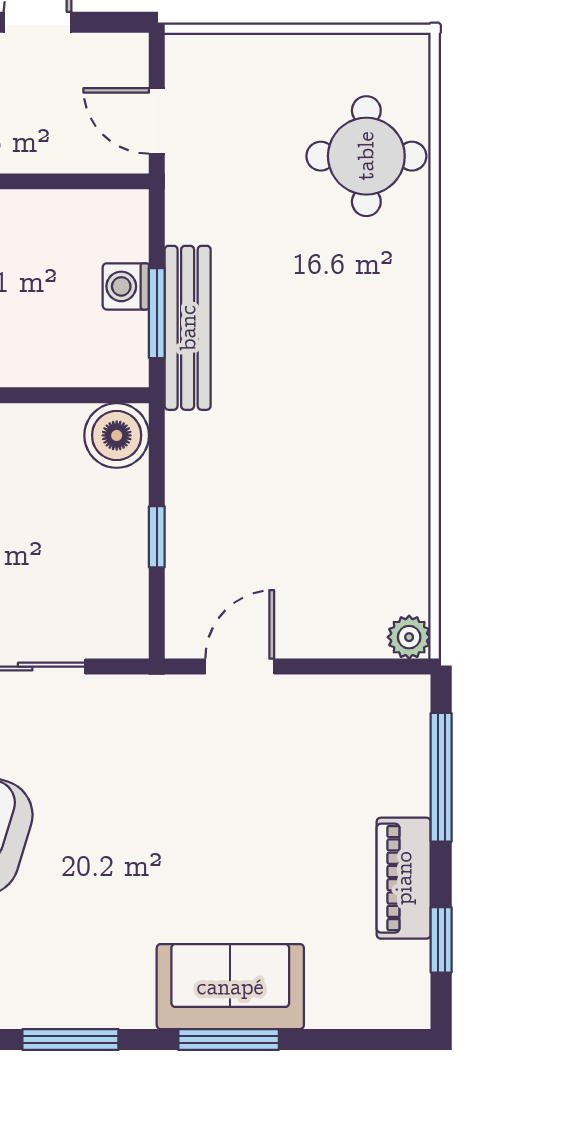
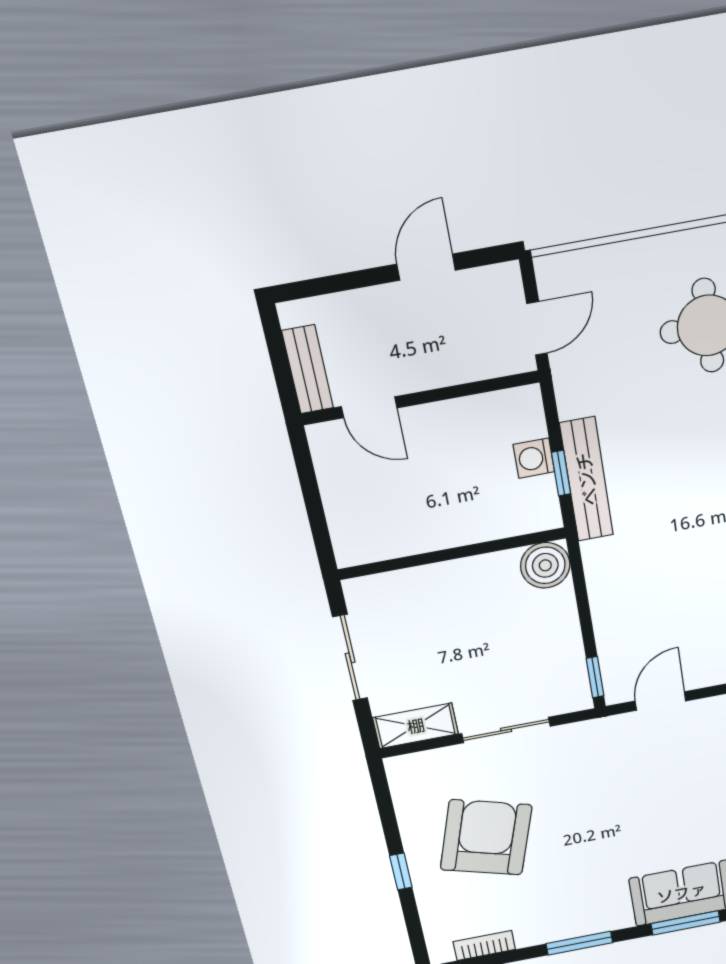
door: (157, 121) -> (537, 328), swing flipped
window: (157, 313) -> (561, 473), width x0.67
window: (157, 537) -> (595, 677), moved

